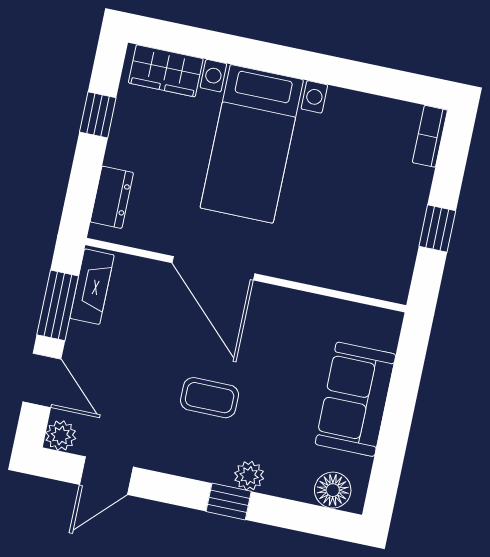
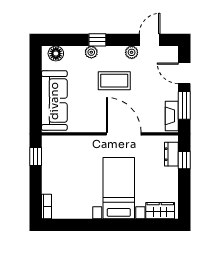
window: (98, 115) -> (184, 160), moved
window: (437, 228) -> (36, 156), moved
coffee table: (210, 398) -> (114, 81), width x1.36, depth x1.30
sofa: (355, 399) -> (54, 101), width x1.36
plant: (61, 436) -> (132, 52), moved

